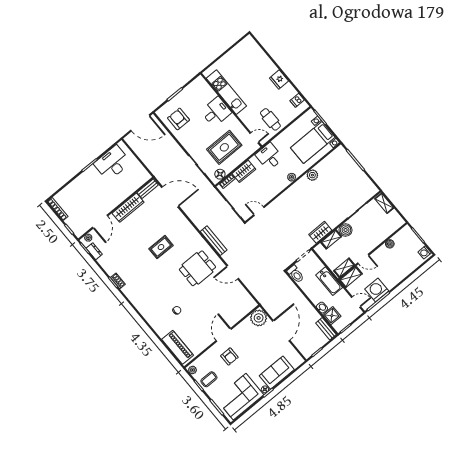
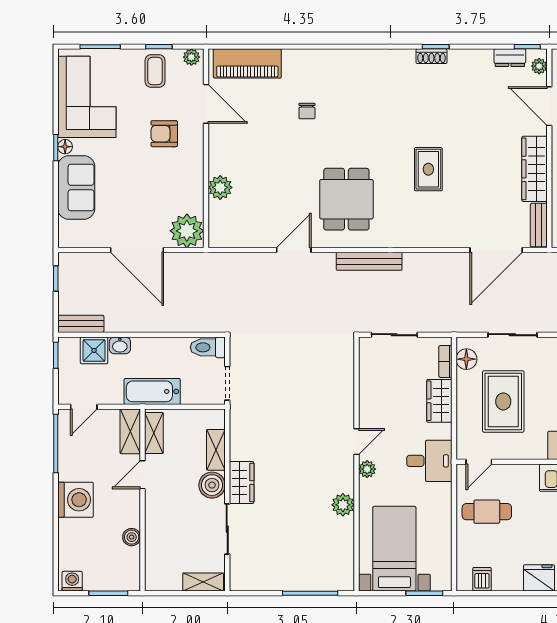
door: (259, 211) -> (356, 442), moved
wardrobe: (320, 232) -> (242, 483), moved
washing machine: (377, 290) -> (75, 500), moved
plant: (232, 319) -> (220, 187), added
door: (224, 335) -> (206, 104), moved

